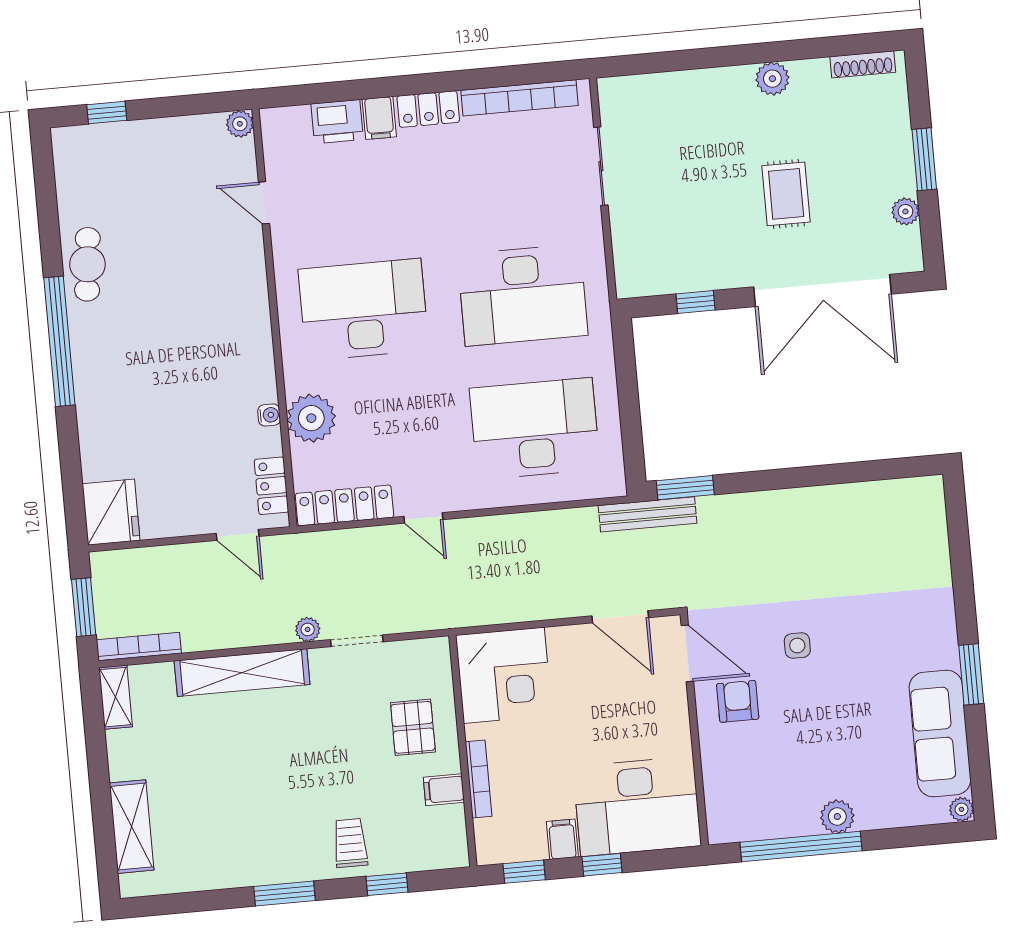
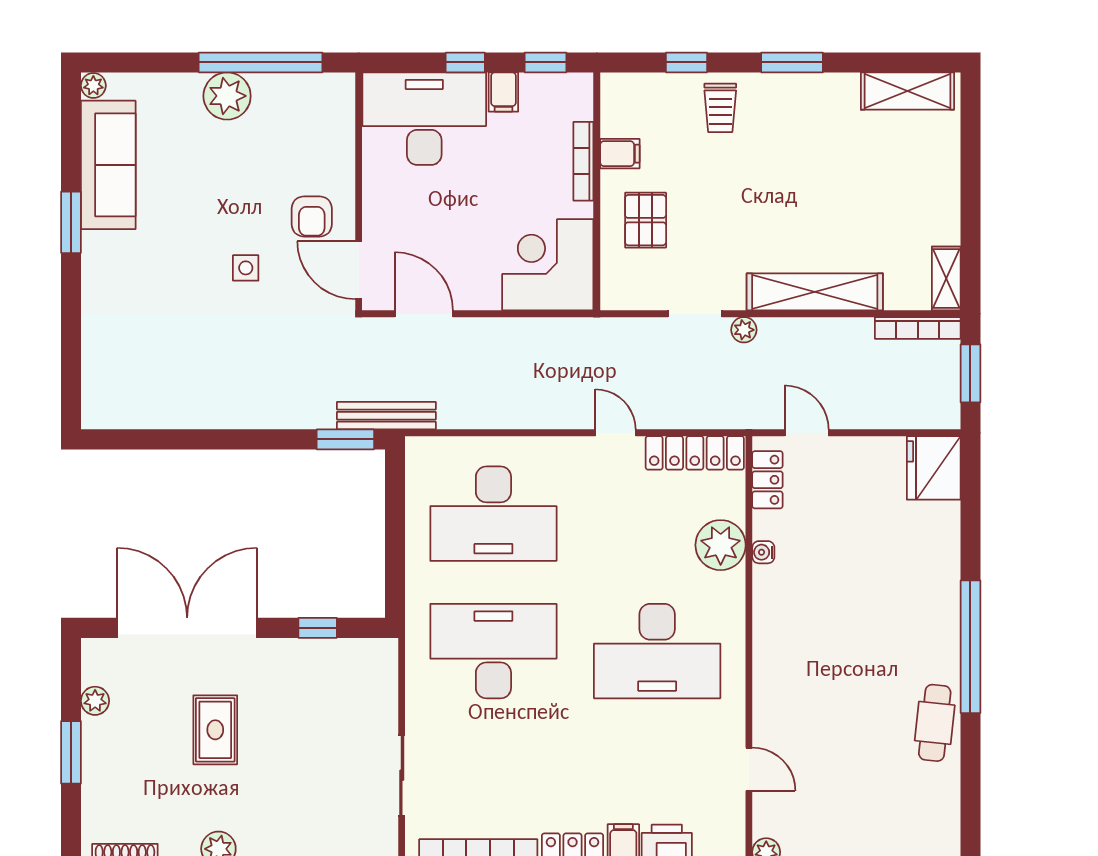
plant: (837, 817) -> (227, 96), width x1.36, depth x1.36
shelving: (132, 827) -> (907, 91), moved, turned 90

